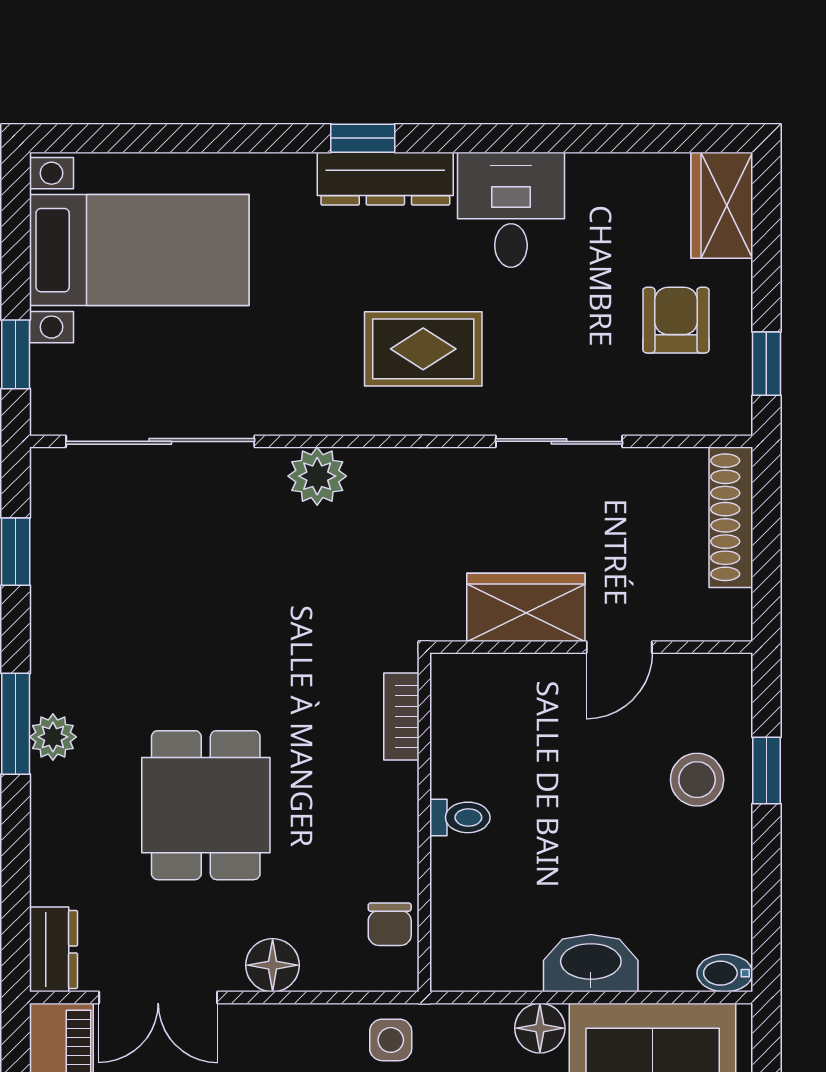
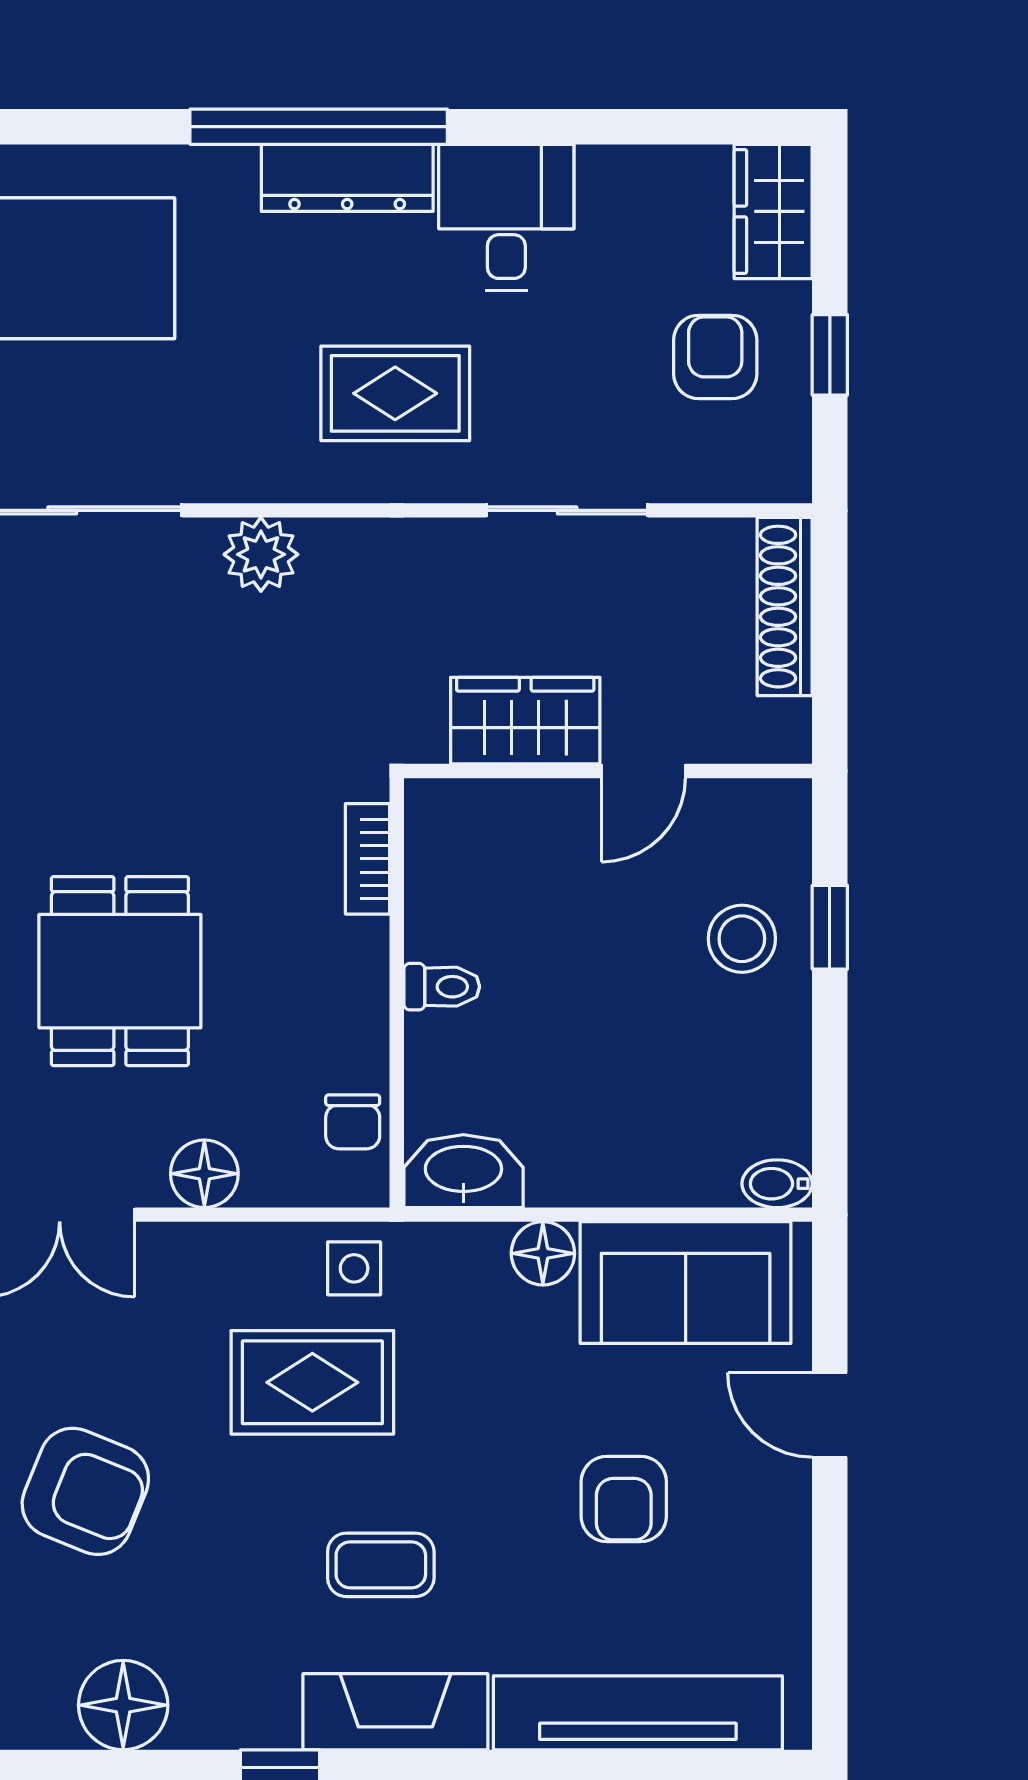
window: (363, 138) -> (319, 127), width x3.17
window: (766, 364) -> (830, 355), moved
washbasin: (591, 963) -> (463, 1171), moved

